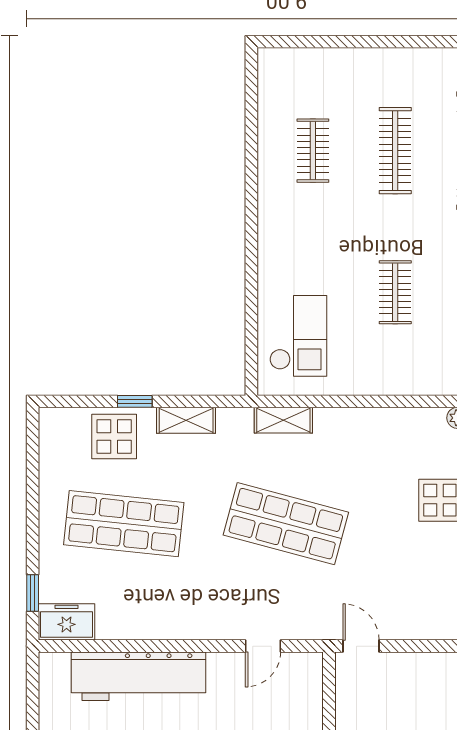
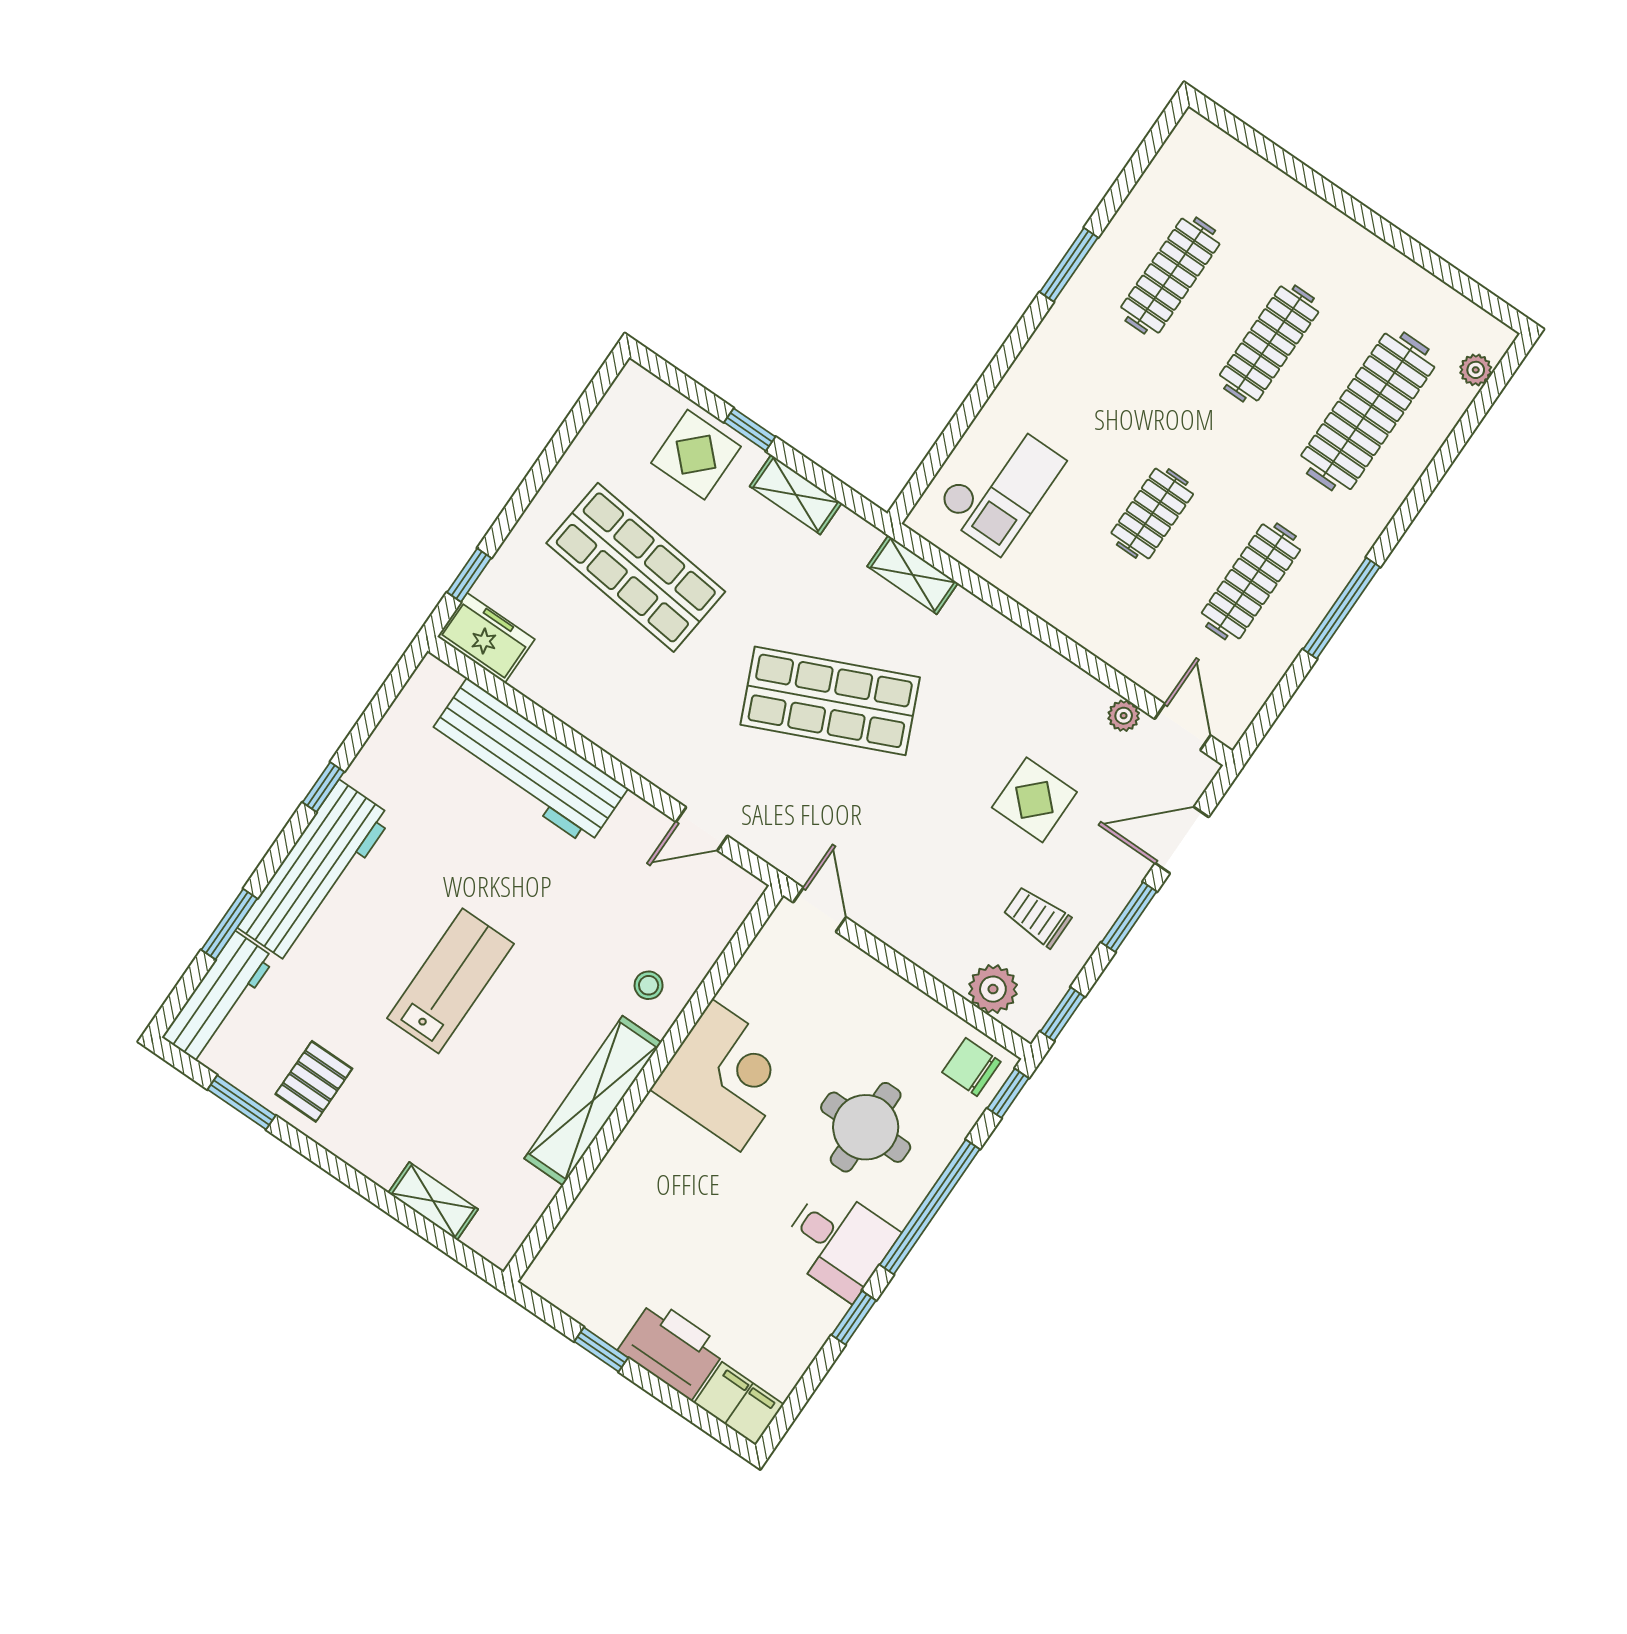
clothes rail: (313, 151) -> (1170, 276), width x1.36
window: (251, 184) -> (1069, 265), added
shop shelf: (286, 524) -> (830, 701), turned -39

